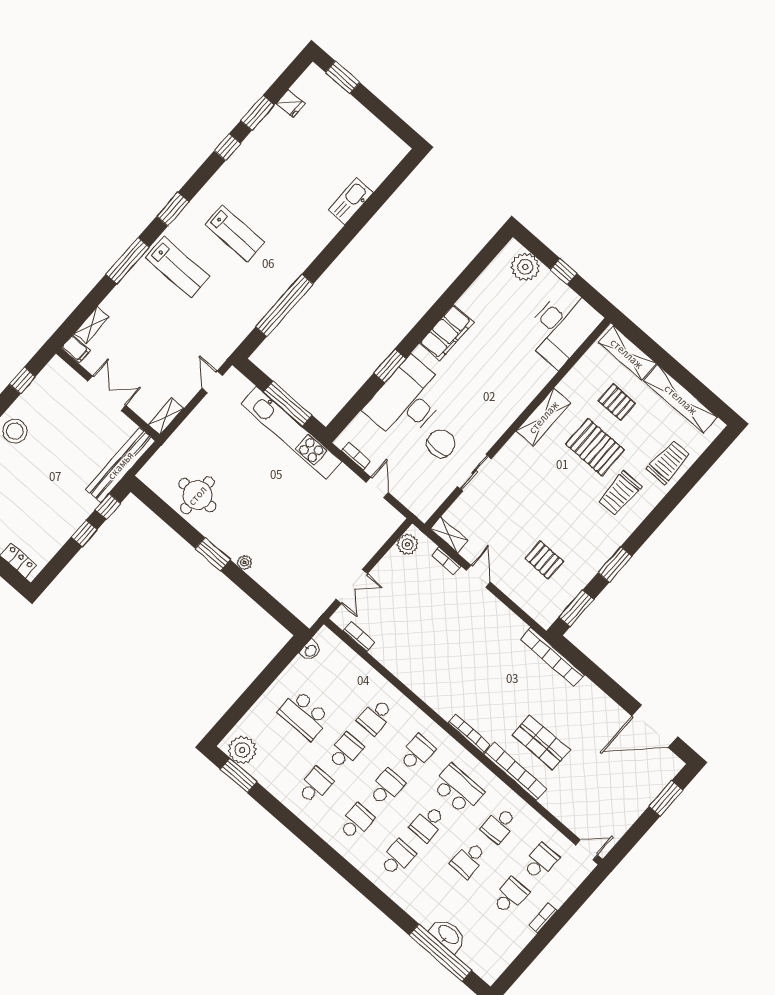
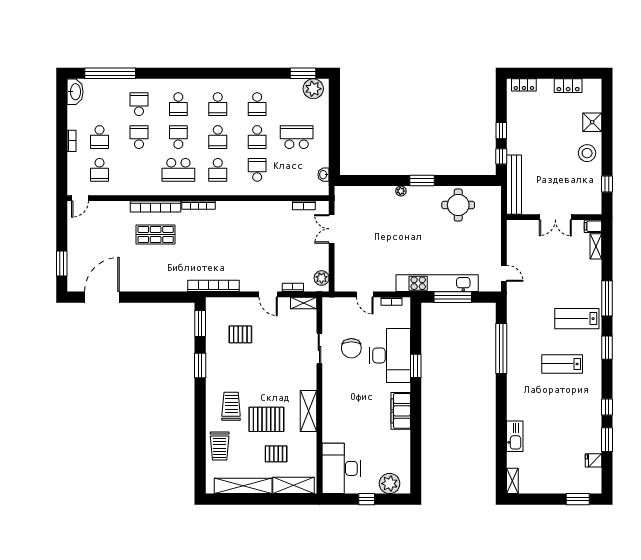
shelving: (166, 417) -> (512, 481), moved
bookcase: (553, 657) -> (214, 286), moved
school desk: (499, 825) -> (139, 104), moved
washbasin: (448, 935) -> (75, 92), moved, turned -90

